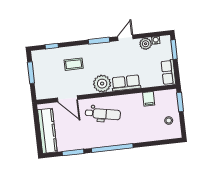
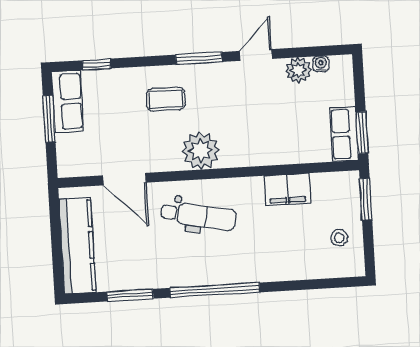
window: (174, 50) -> (362, 133), moved
coffee table: (74, 64) -> (166, 99), moved
row of seats: (126, 83) -> (68, 101), moved, turned 90
filing cabinet: (149, 99) -> (287, 189), width x2.00

